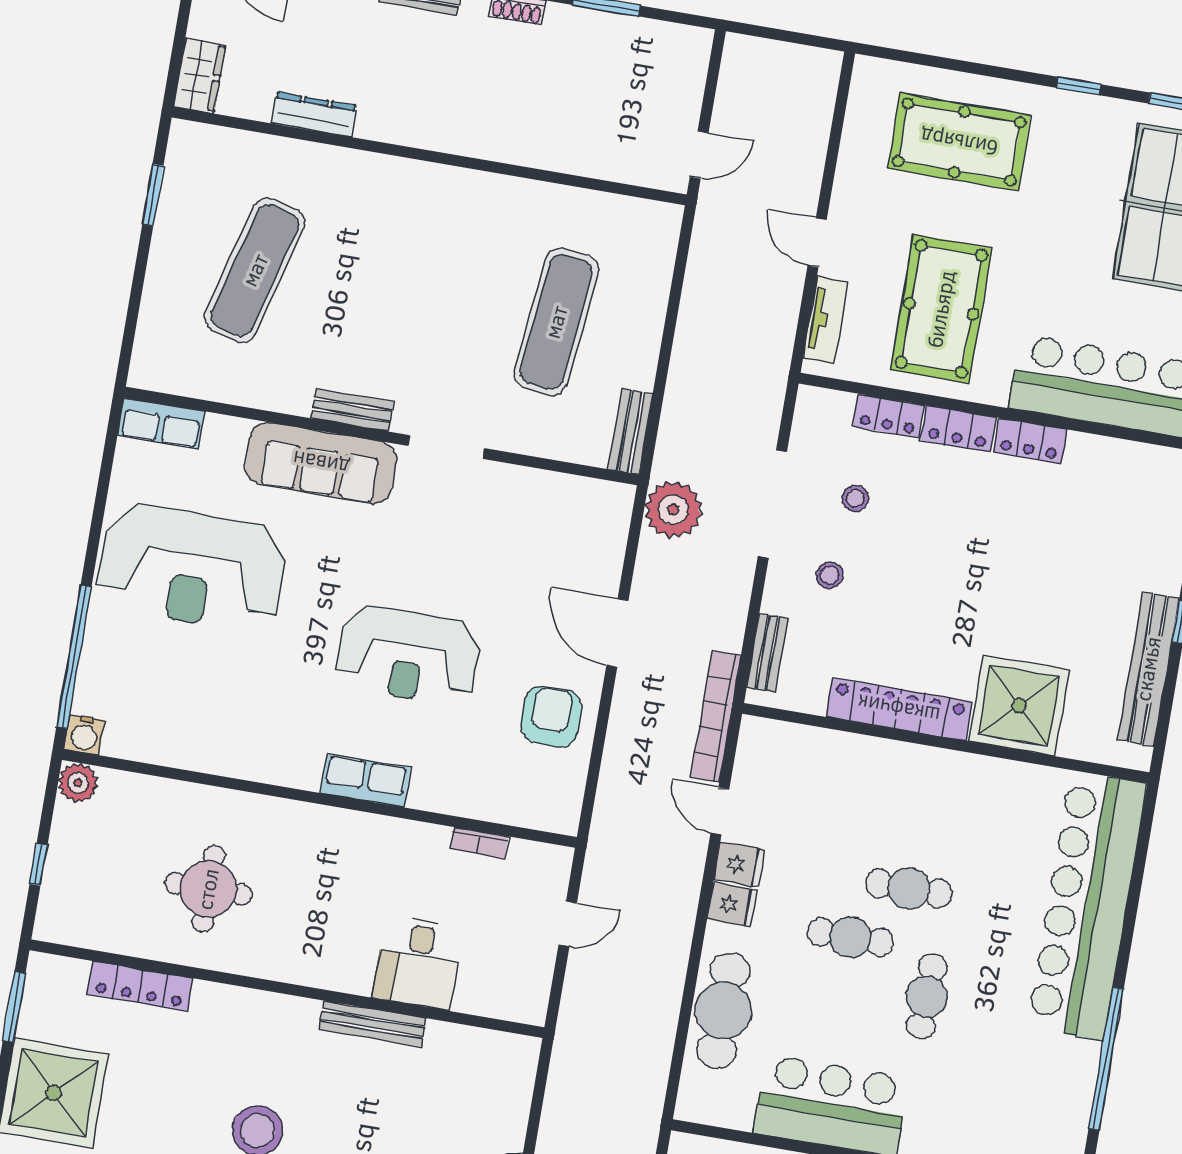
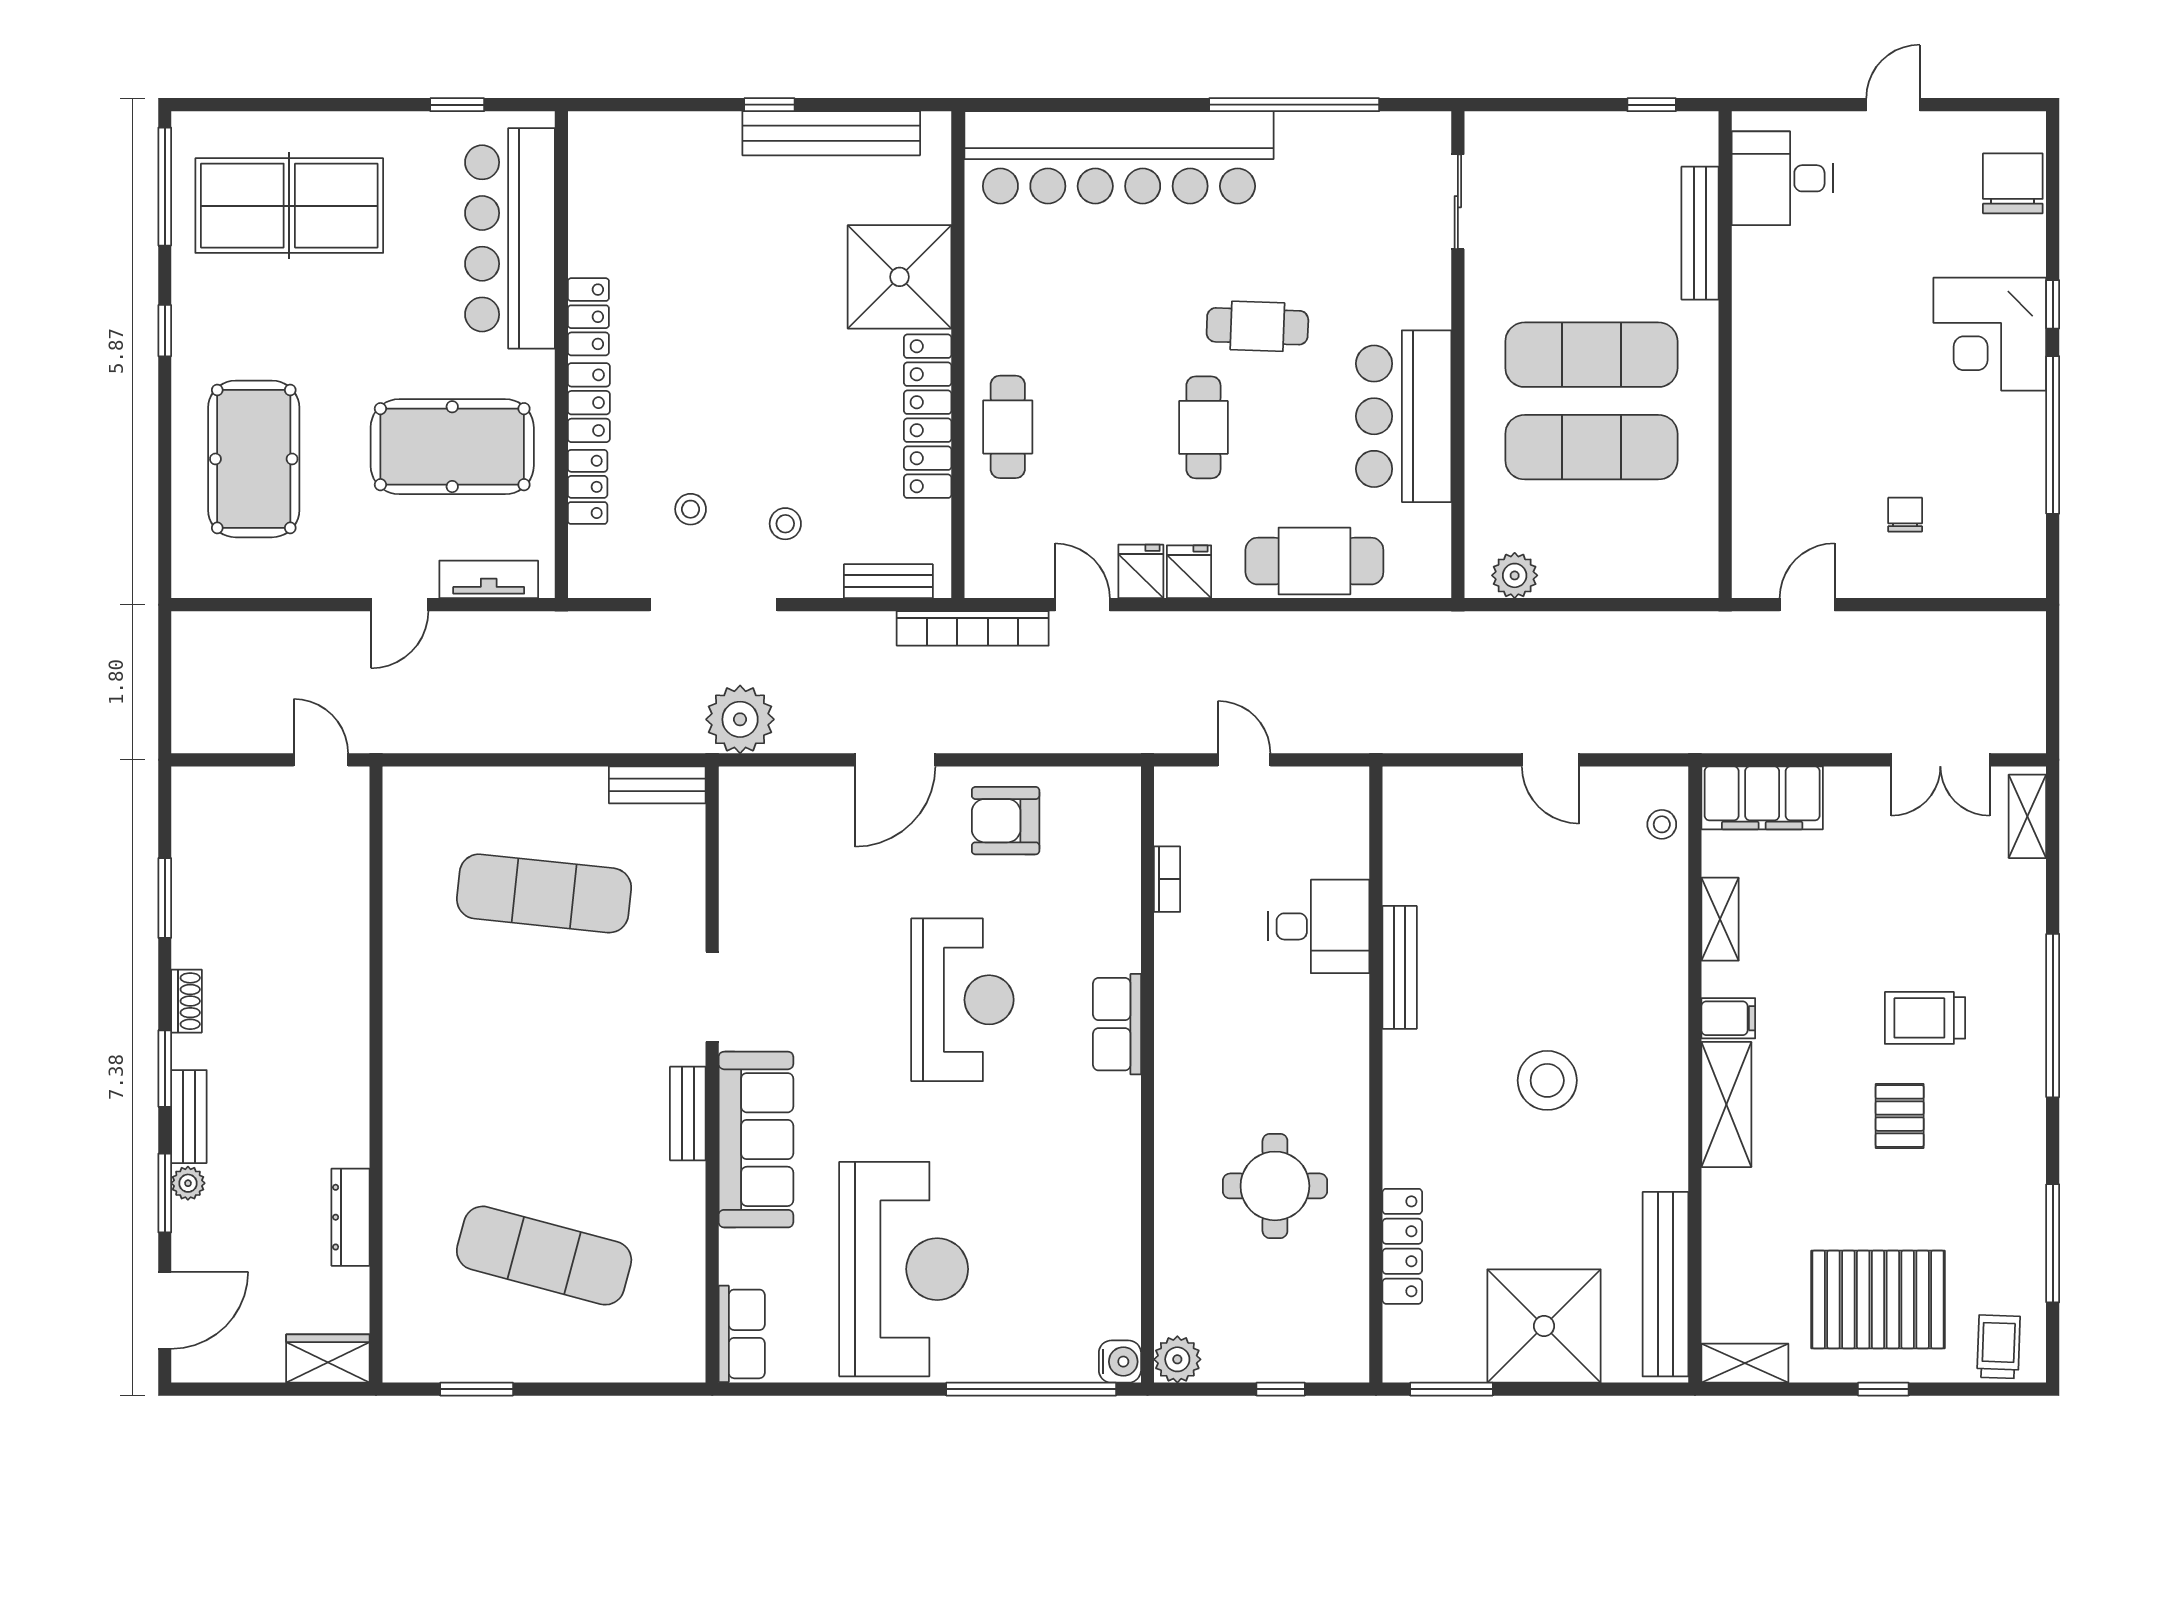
door: (720, 811) -> (1082, 605), swing flipped
cafe table: (909, 888) -> (1008, 427), moved

